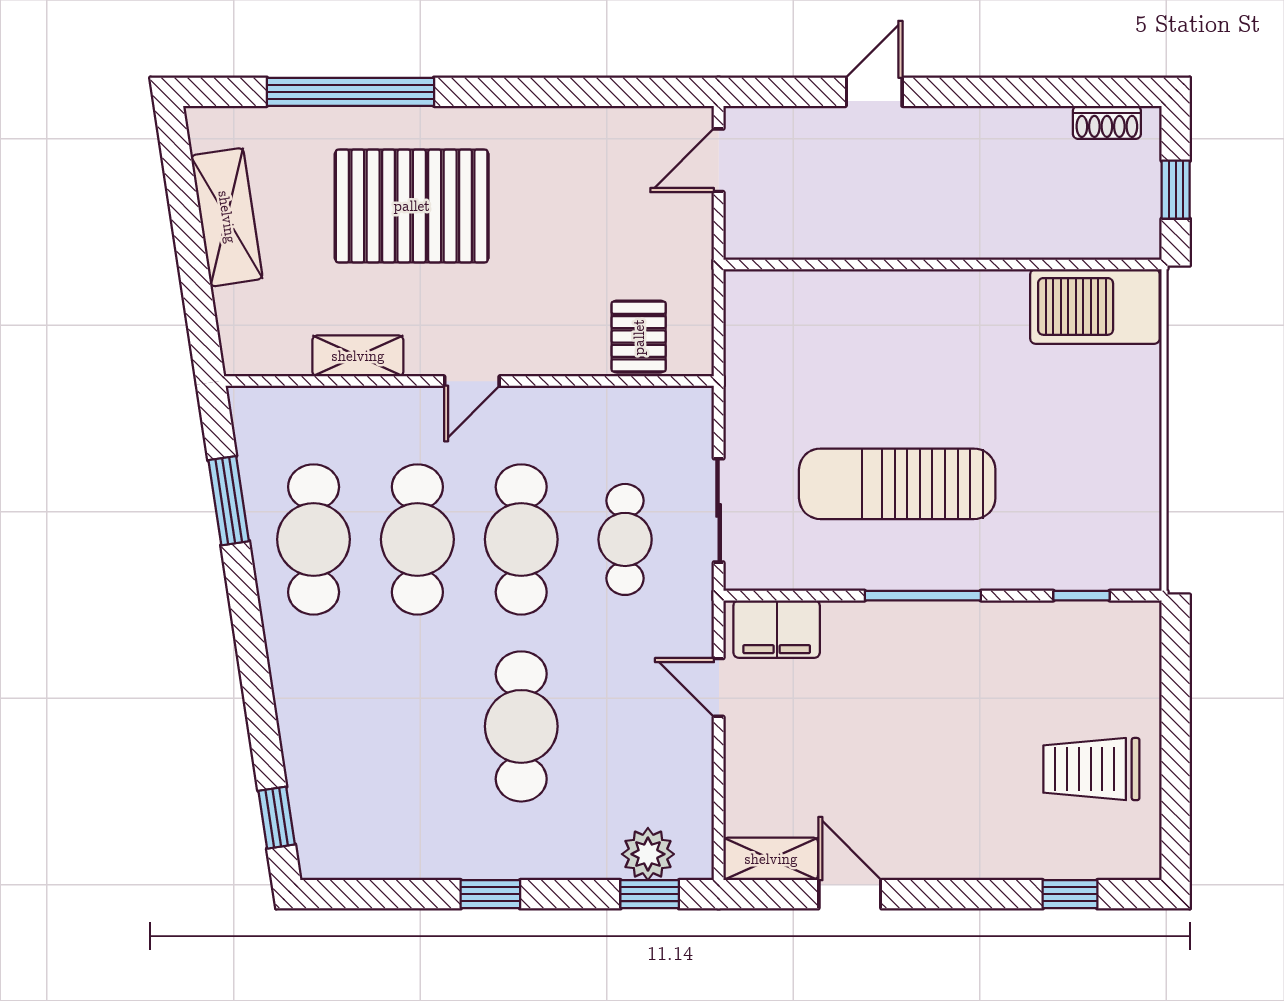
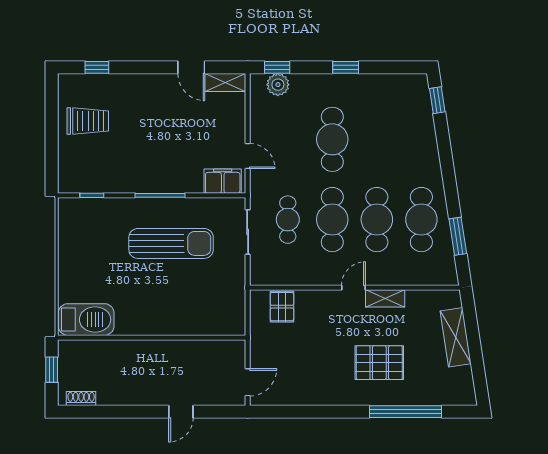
pallet: (412, 206) -> (379, 363), width x0.73, depth x0.71
shelving: (227, 217) -> (456, 337), moved
shelving: (358, 356) -> (385, 298), moved

